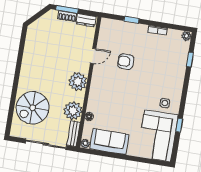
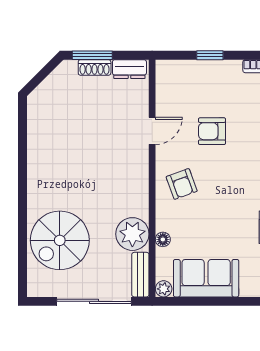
plant: (78, 82) -> (132, 181), removed
armchair: (104, 88) -> (182, 184), added

